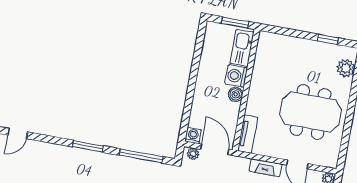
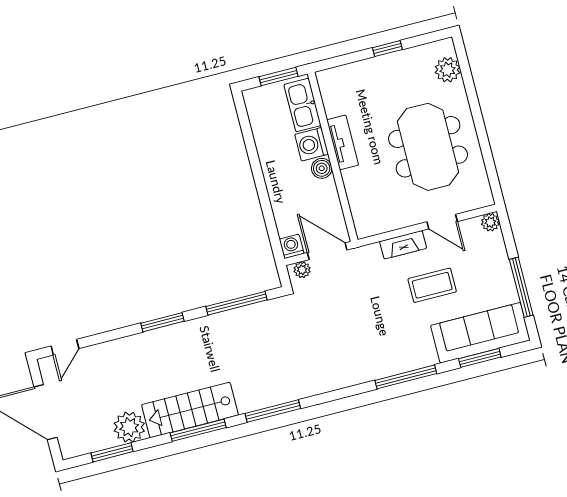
window: (328, 39) -> (387, 49), moved
meeting table: (310, 112) -> (428, 147), turned 90
tv unit: (248, 134) -> (343, 142), moved

